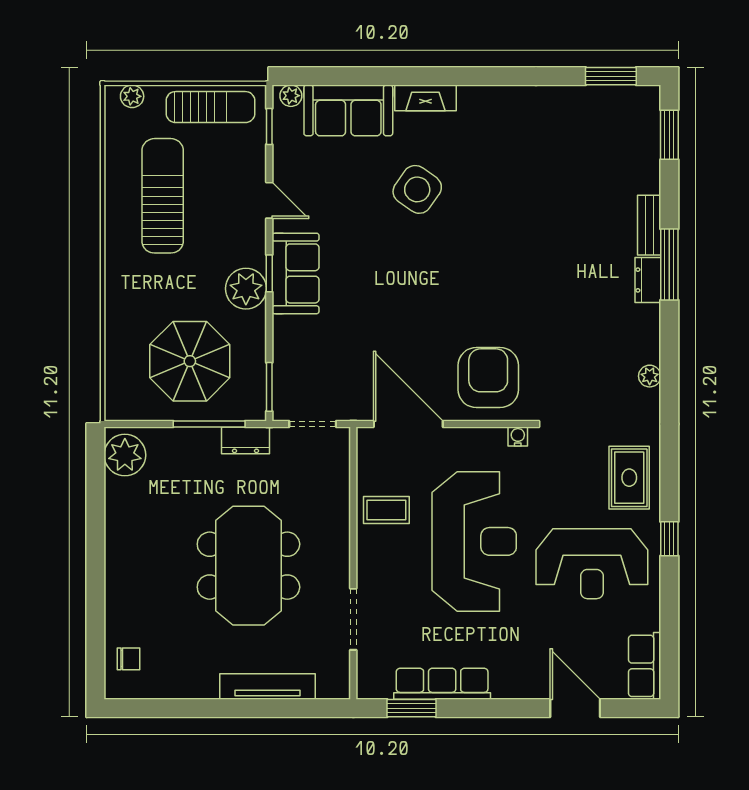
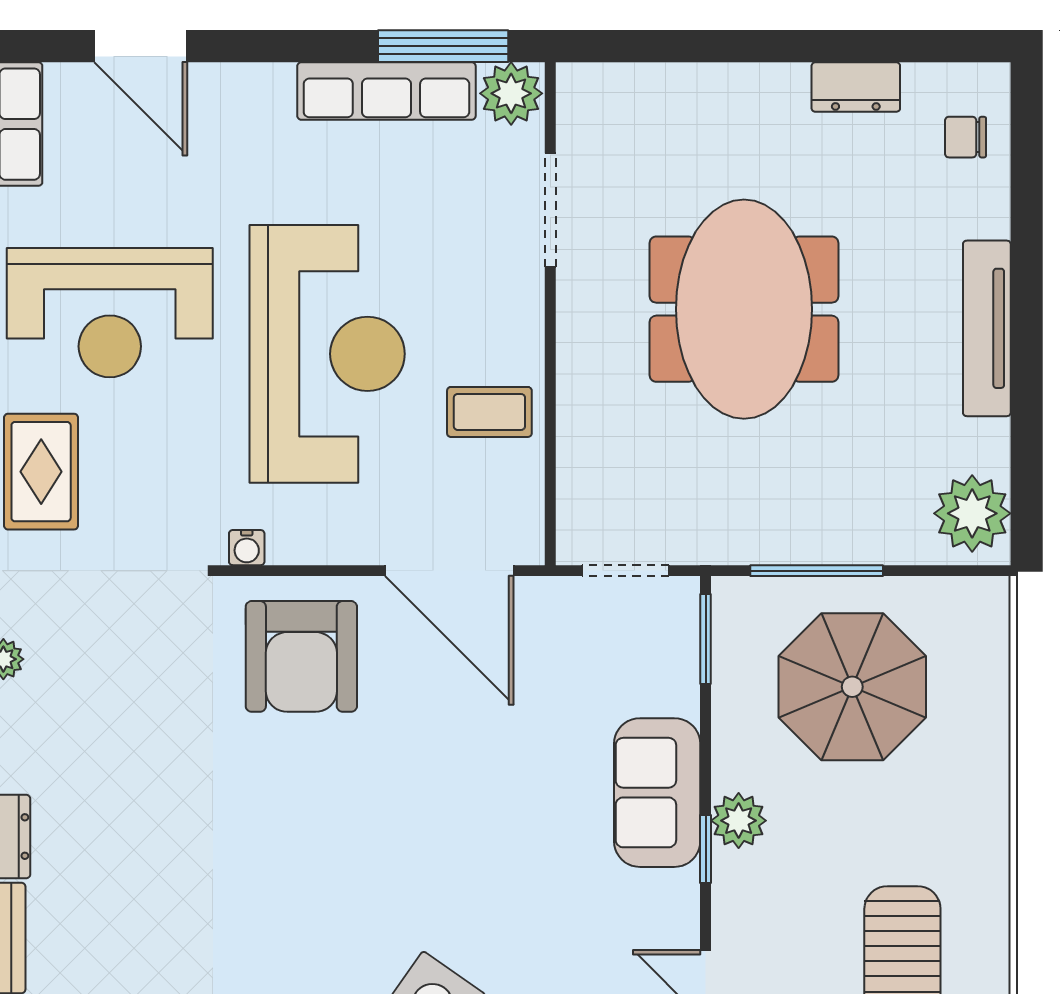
sofa: (296, 273) -> (657, 793), moved
plant: (246, 289) -> (739, 821), width x0.73, depth x0.73
dresser: (246, 440) -> (856, 87), moved, turned 180
reception desk: (474, 541) -> (327, 354), turned 180
reception desk: (592, 564) -> (110, 313), turned 180
plant: (375, 682) -> (511, 93), added
tv unit: (267, 687) -> (987, 328), moved, turned 90
window: (411, 708) -> (443, 46), width x1.44

